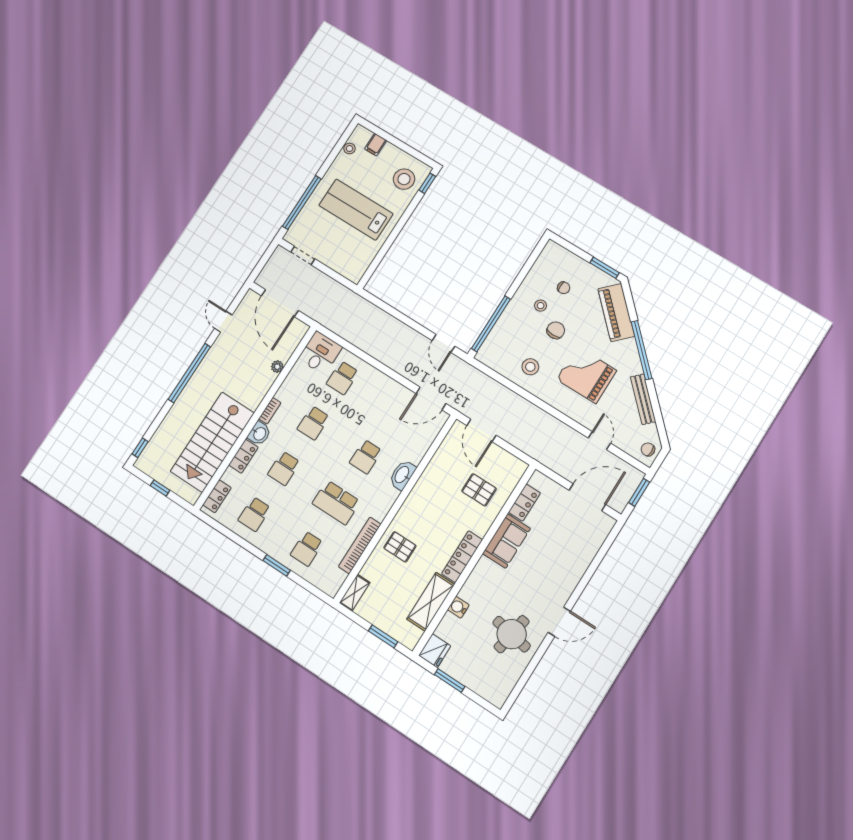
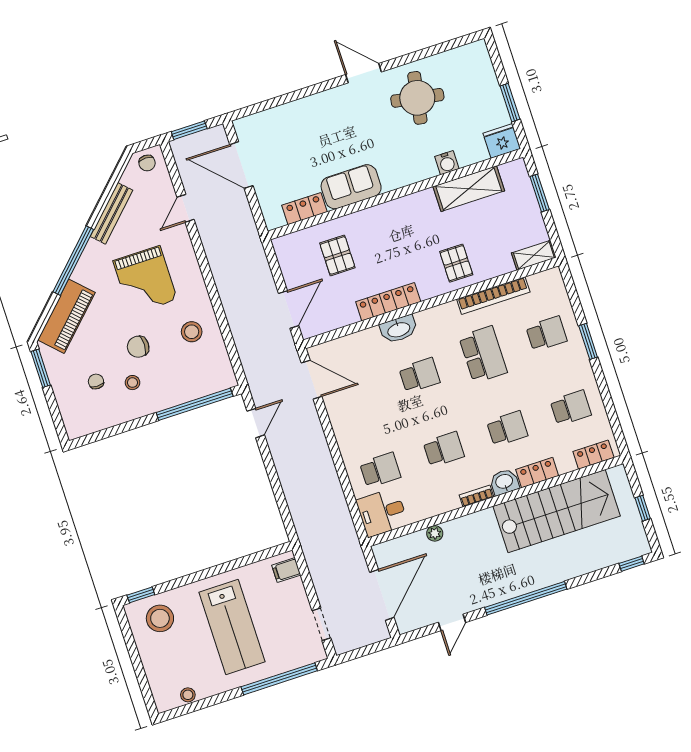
filing cabinet: (376, 145) -> (286, 570), moved, turned 180
locker: (462, 557) -> (388, 302), moved, turned 180

